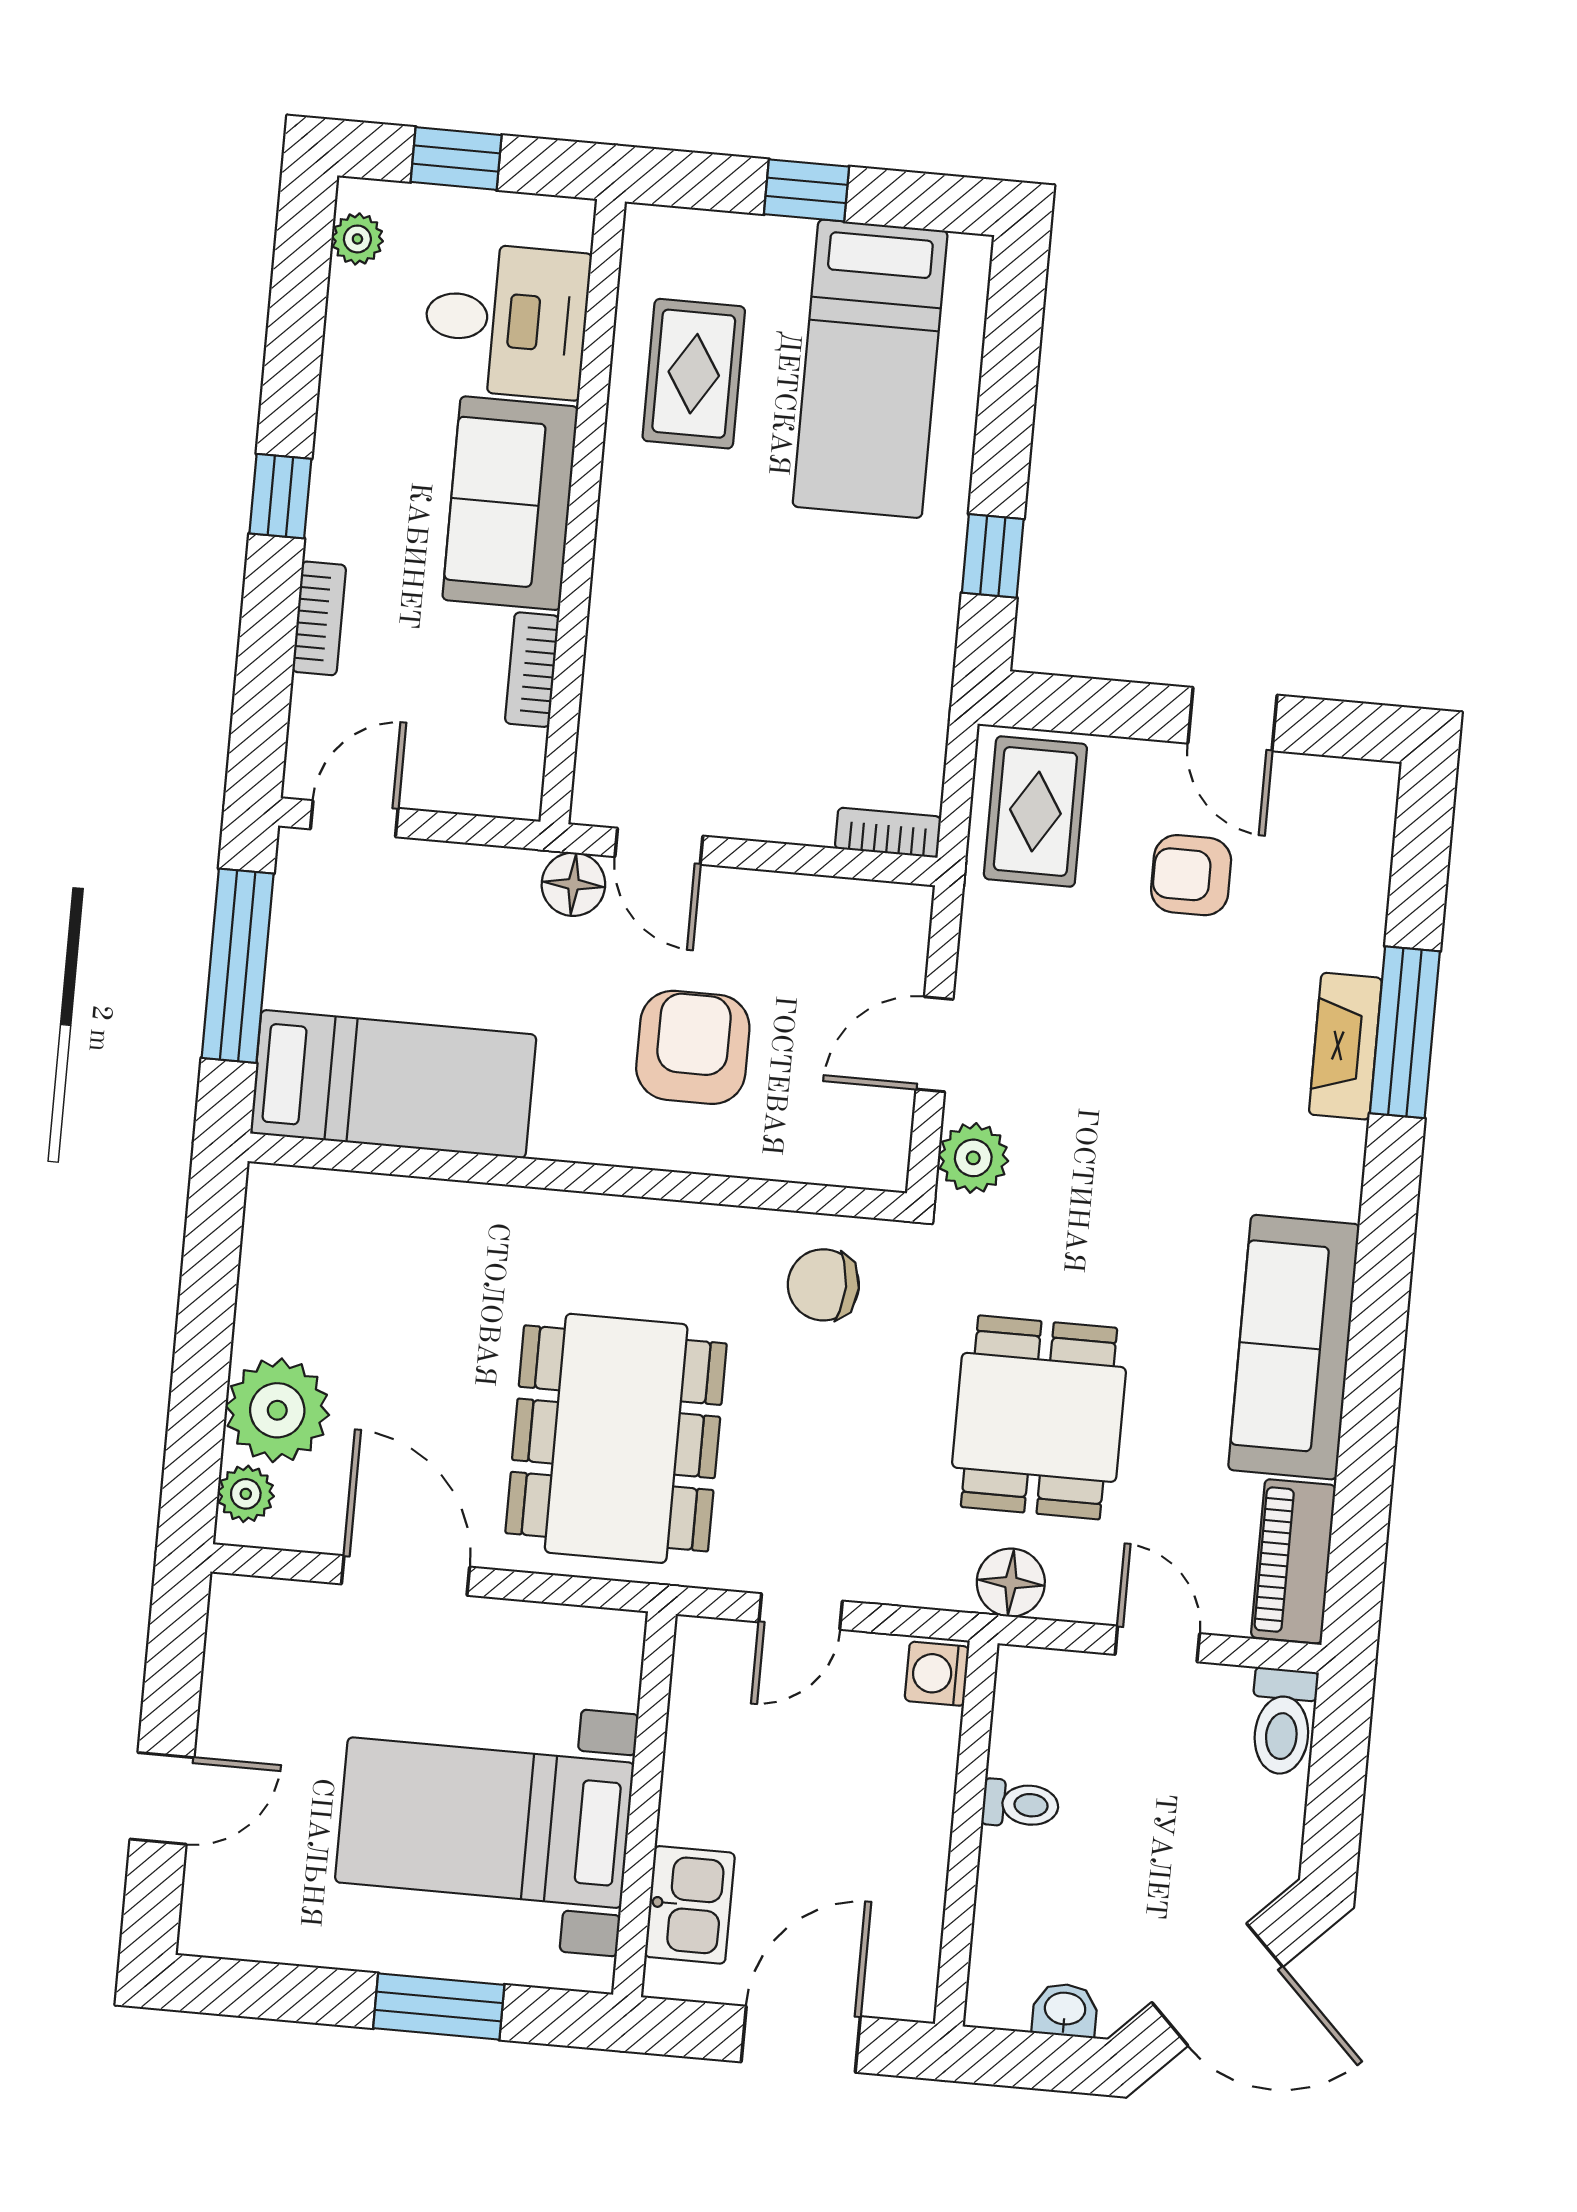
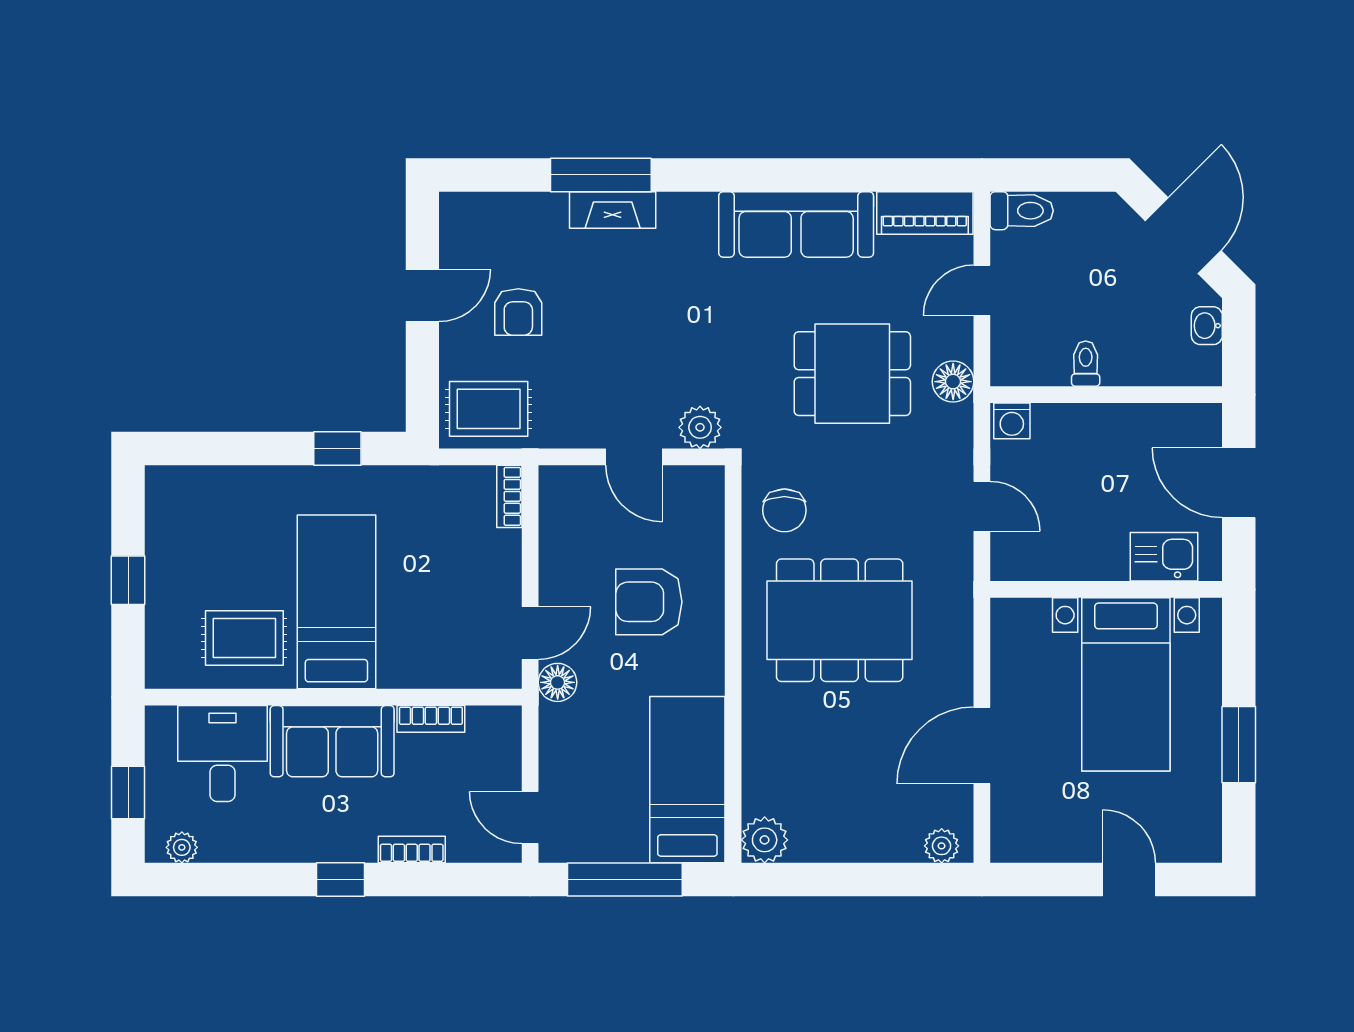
bed: (870, 369) -> (336, 602), moved, turned -90
plant: (277, 1410) -> (765, 840), moved, width x0.73, depth x0.73
dining table: (616, 1438) -> (840, 620), moved
window: (439, 2006) -> (1239, 745), moved

